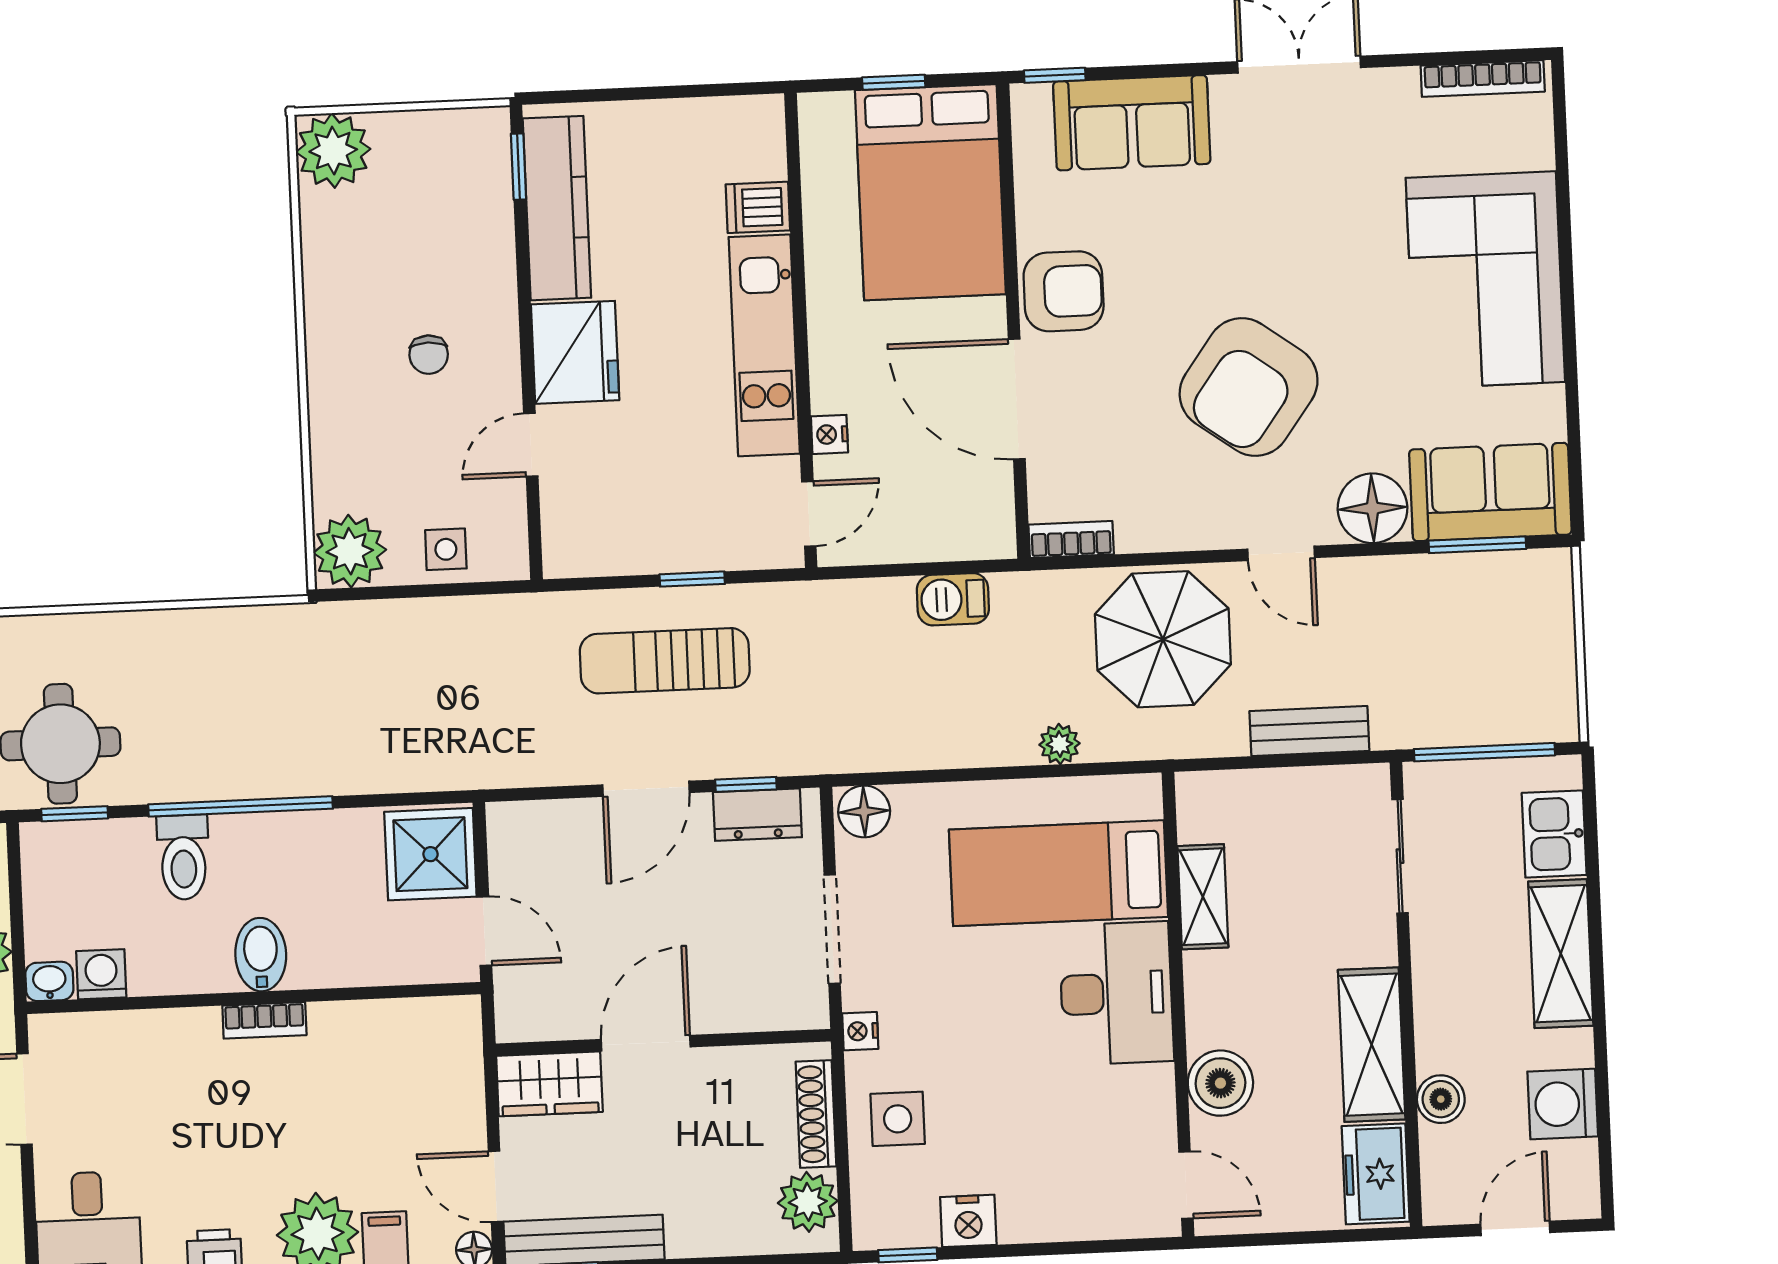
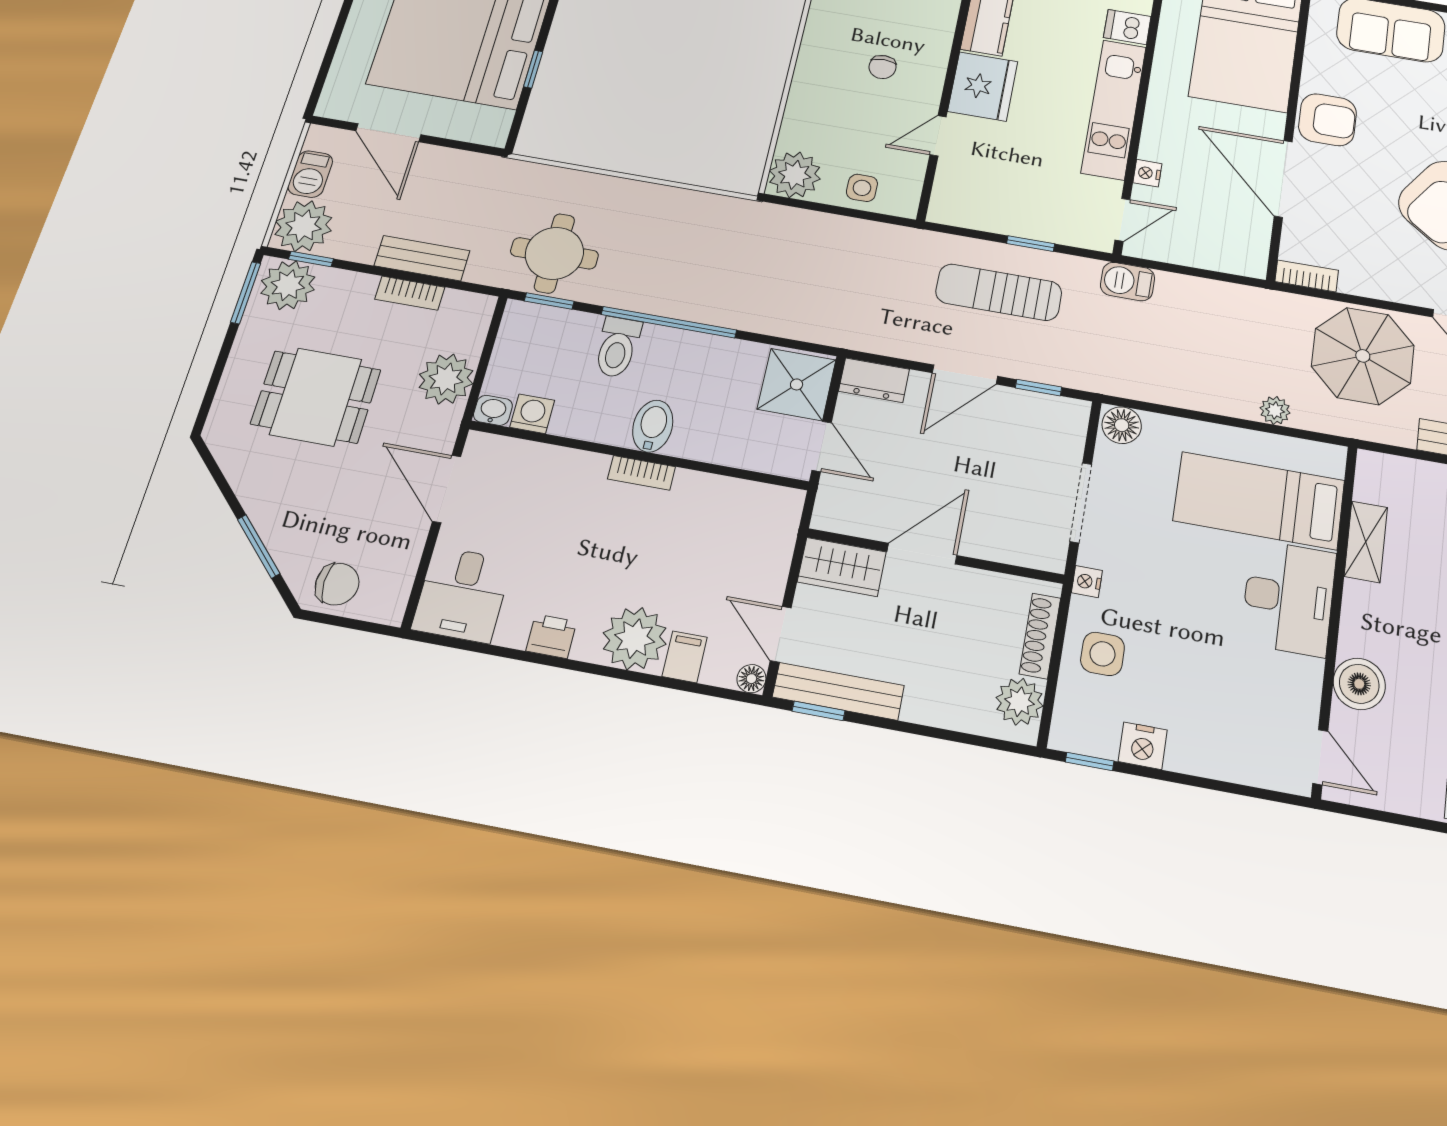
barbecue: (953, 599) -> (1128, 282), moved
dresser: (757, 815) -> (874, 380), moved

